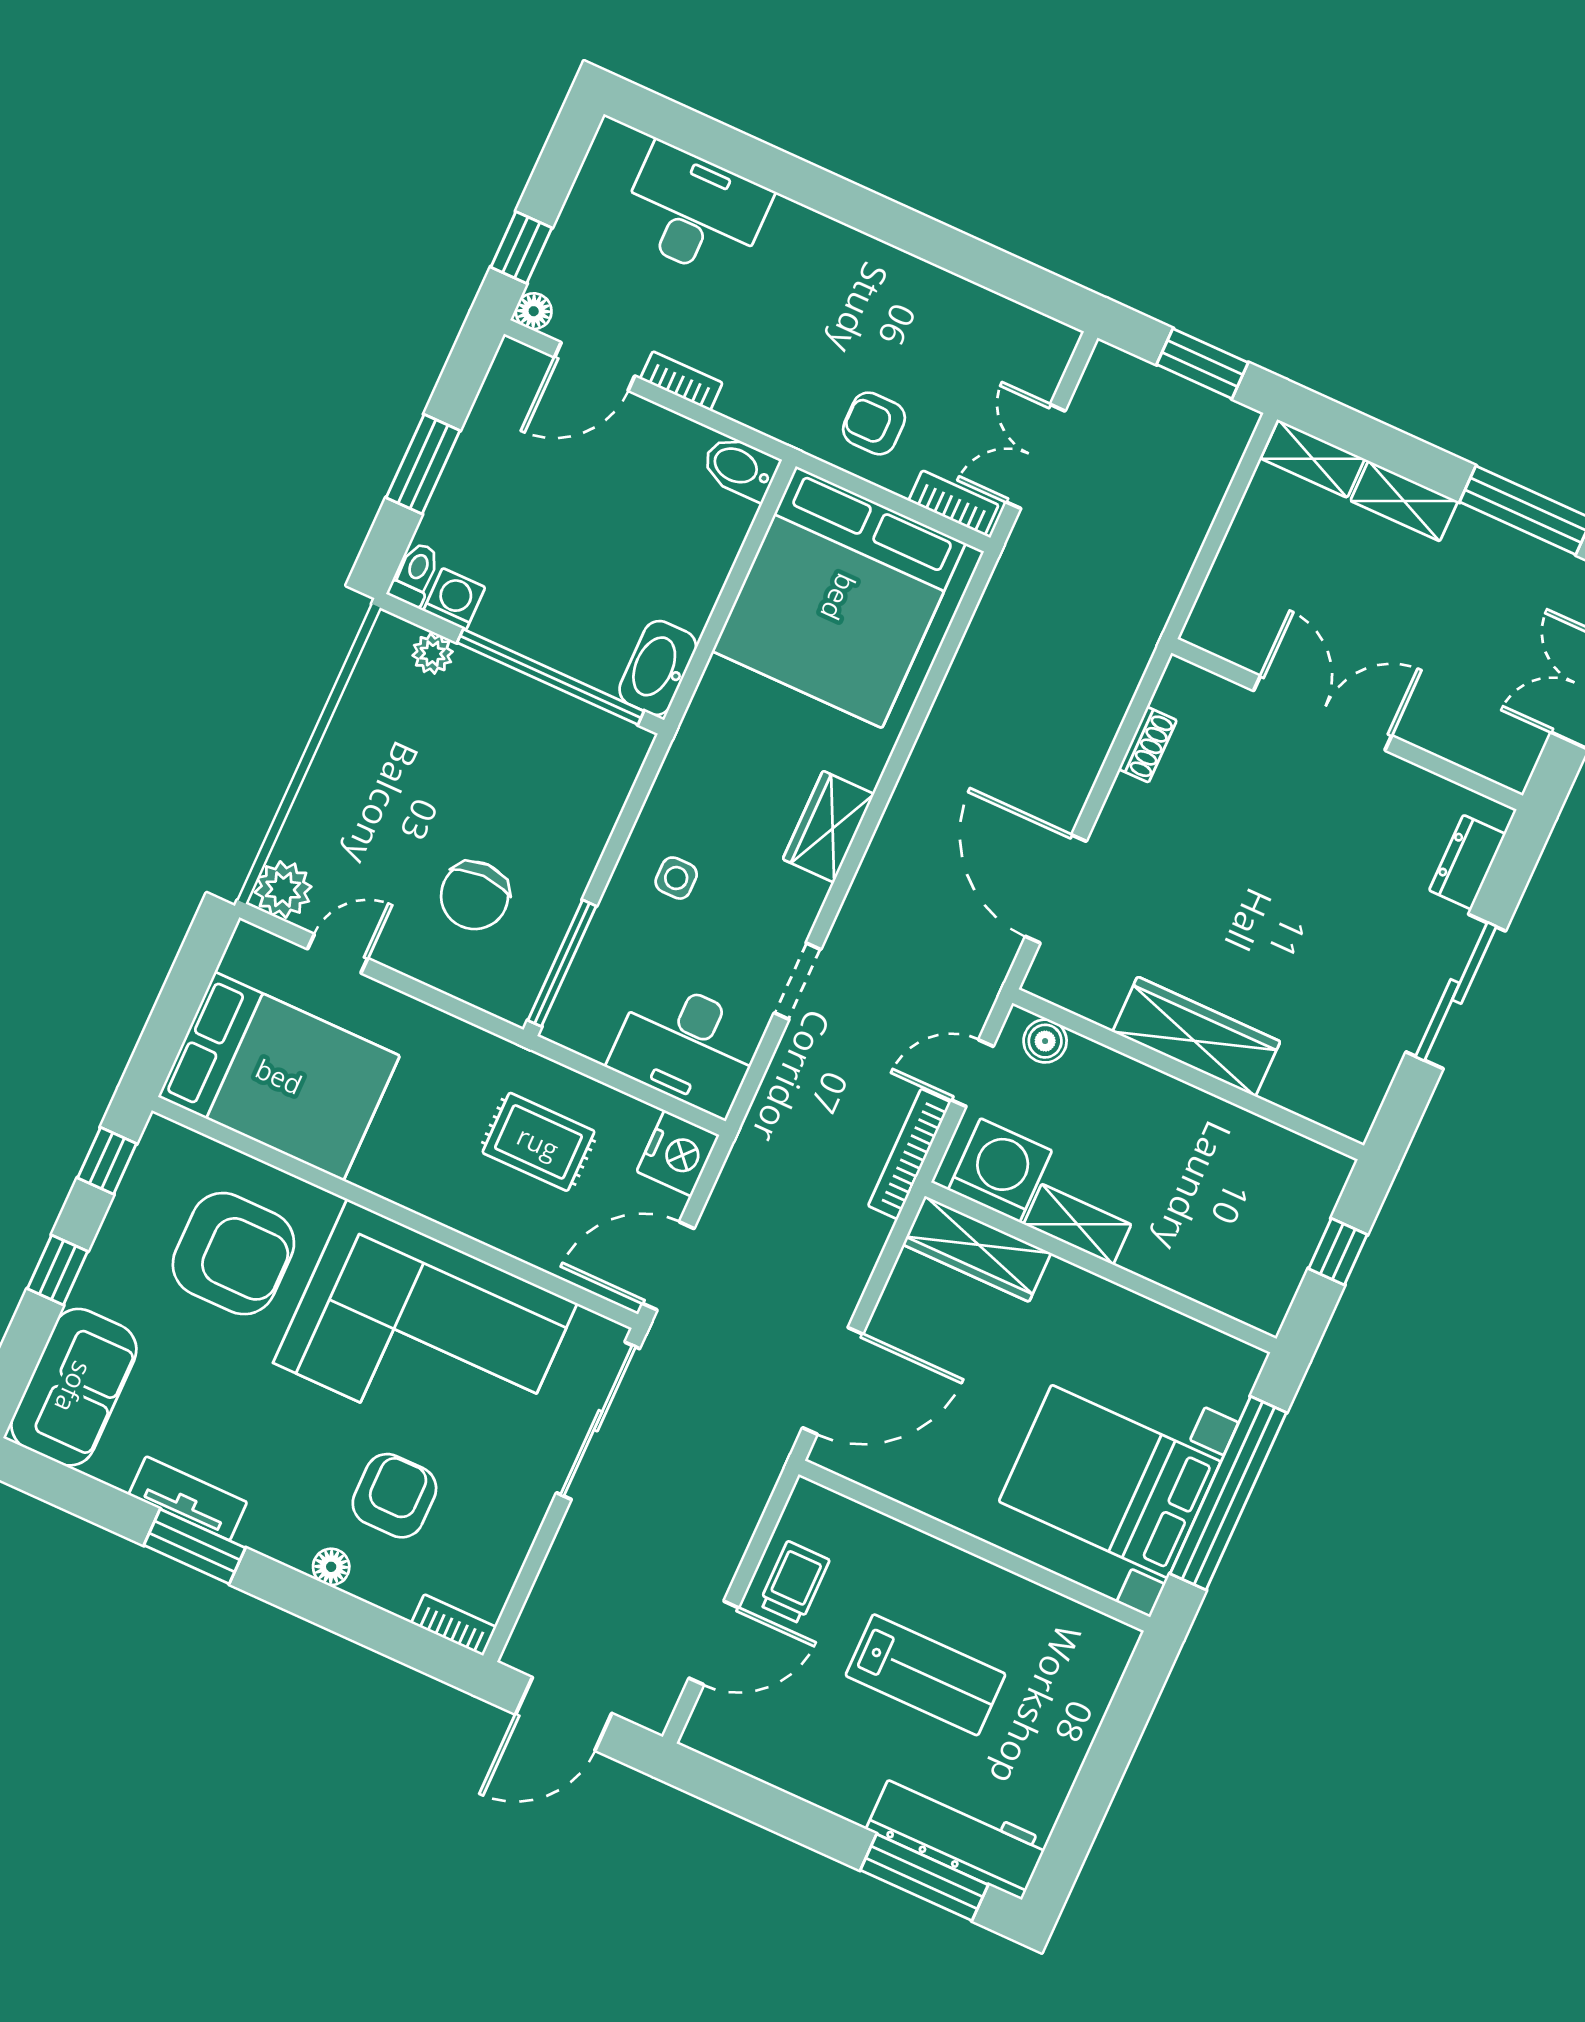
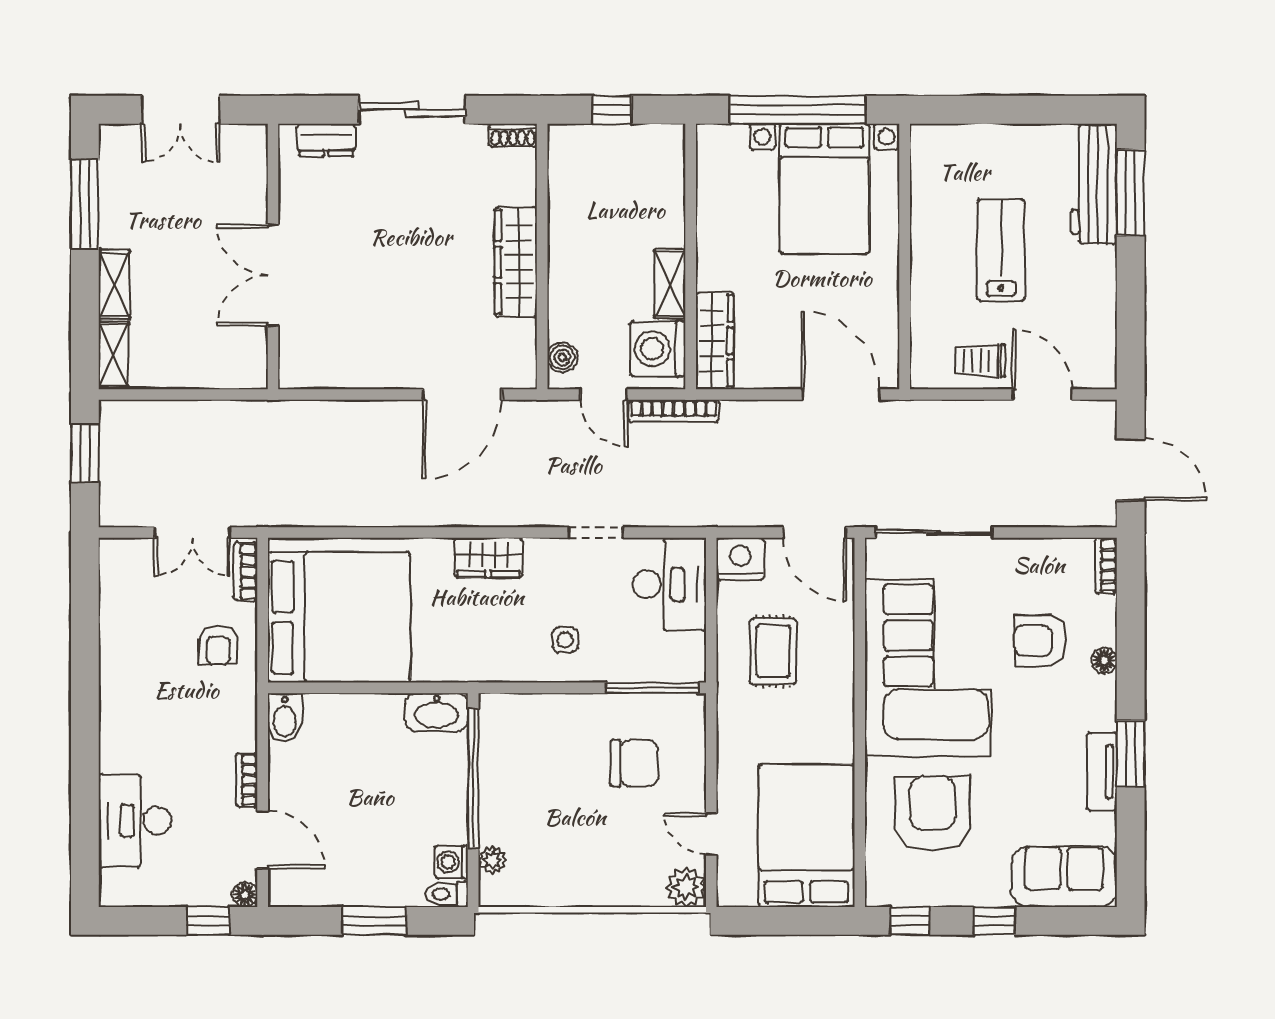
shoe rack: (1148, 745) -> (513, 135), moved, turned 180

